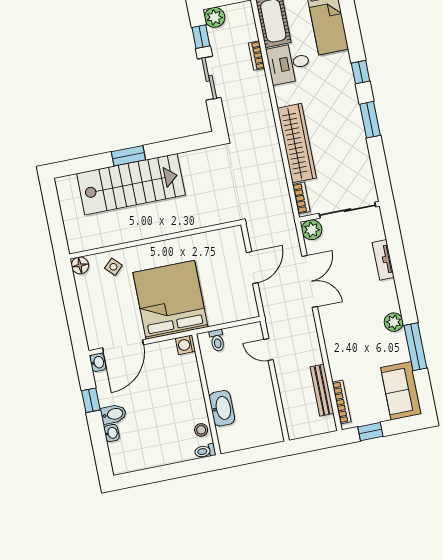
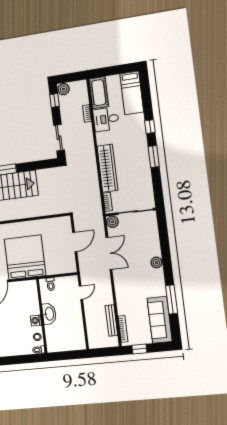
sliding door: (209, 78) -> (59, 138), moved
tv unit: (383, 260) -> (155, 244), removed
plant: (394, 322) -> (156, 262), moved
washing machine: (185, 345) -> (36, 320), moved
door: (268, 350) -> (81, 293), swing flipped
sofa: (401, 391) -> (160, 320), width x1.36
washbasin: (222, 408) -> (49, 314), moved

